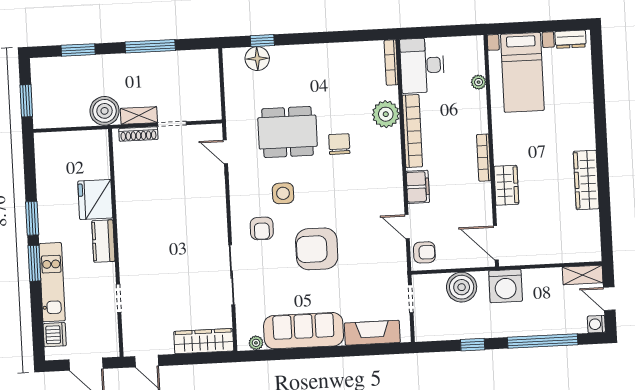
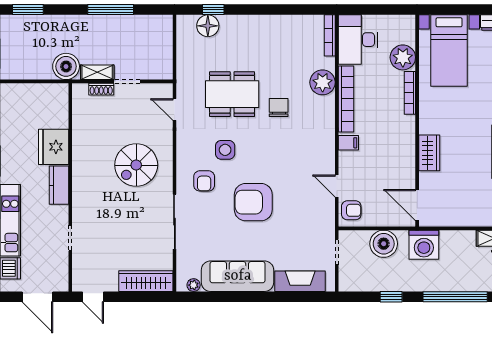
window: (78, 50) -> (28, 10), moved
plant: (479, 82) -> (403, 57), width x1.87, depth x1.87
shoe rack: (138, 134) -> (101, 89), width x0.70
bookcase: (484, 158) -> (410, 93), moved
filing cabinet: (418, 187) -> (348, 143), width x0.50
spiral stairs: (187, 215) -> (136, 165), added

